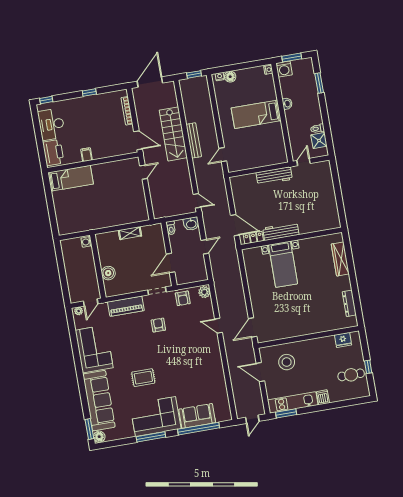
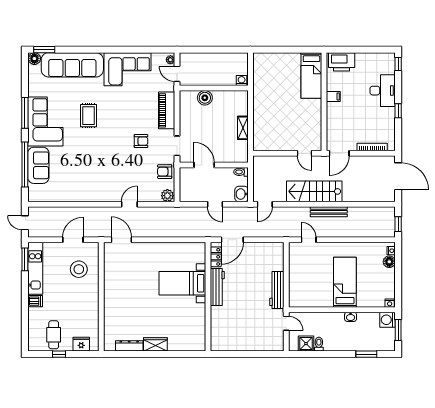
desk: (51, 124) -> (383, 91), moved, turned 90
stairs: (173, 134) -> (314, 191), moved
wardrobe: (340, 259) -> (155, 344), moved, width x0.67
fridge: (343, 340) -> (81, 344), moved, turned 90

